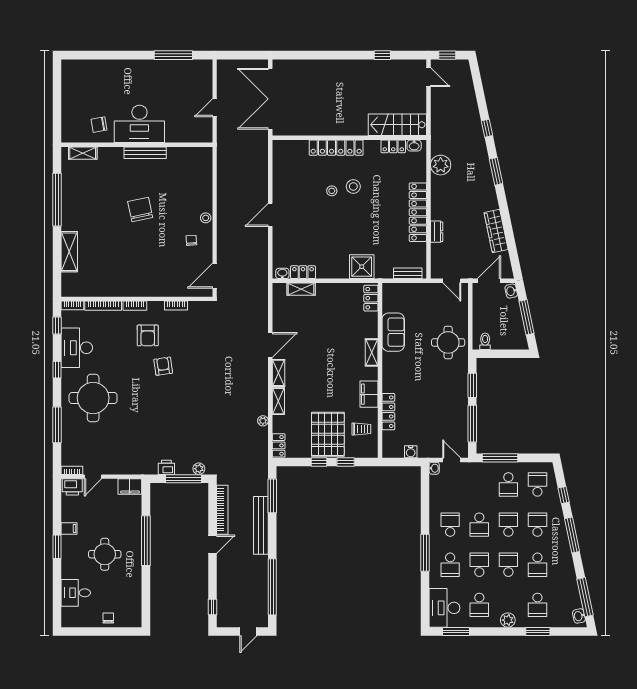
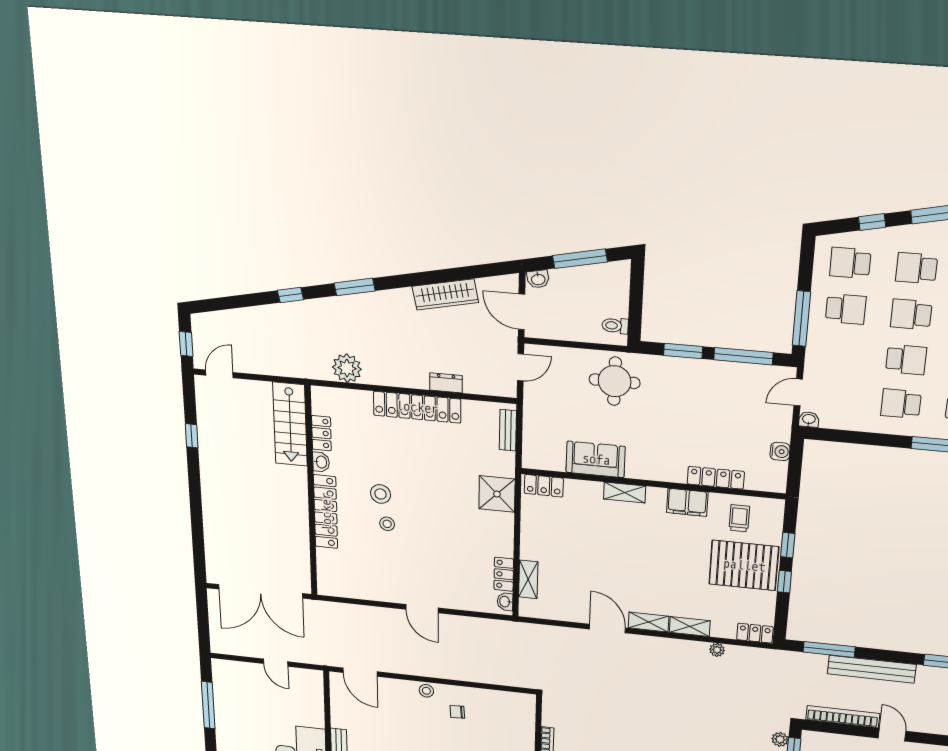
washbasin: (414, 145) -> (321, 462), moved
door: (215, 276) -> (360, 672), moved

